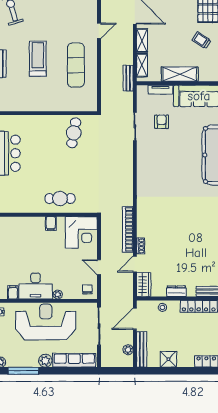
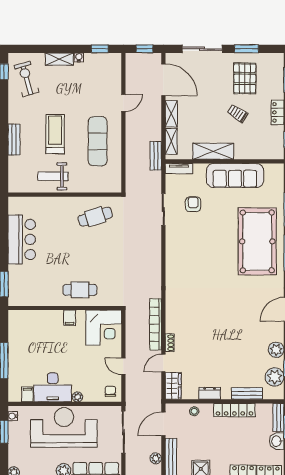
tv unit: (160, 90) -> (179, 169), moved
weight bench: (36, 97) -> (53, 176), added
cafe table: (74, 133) -> (95, 217), turned 63

